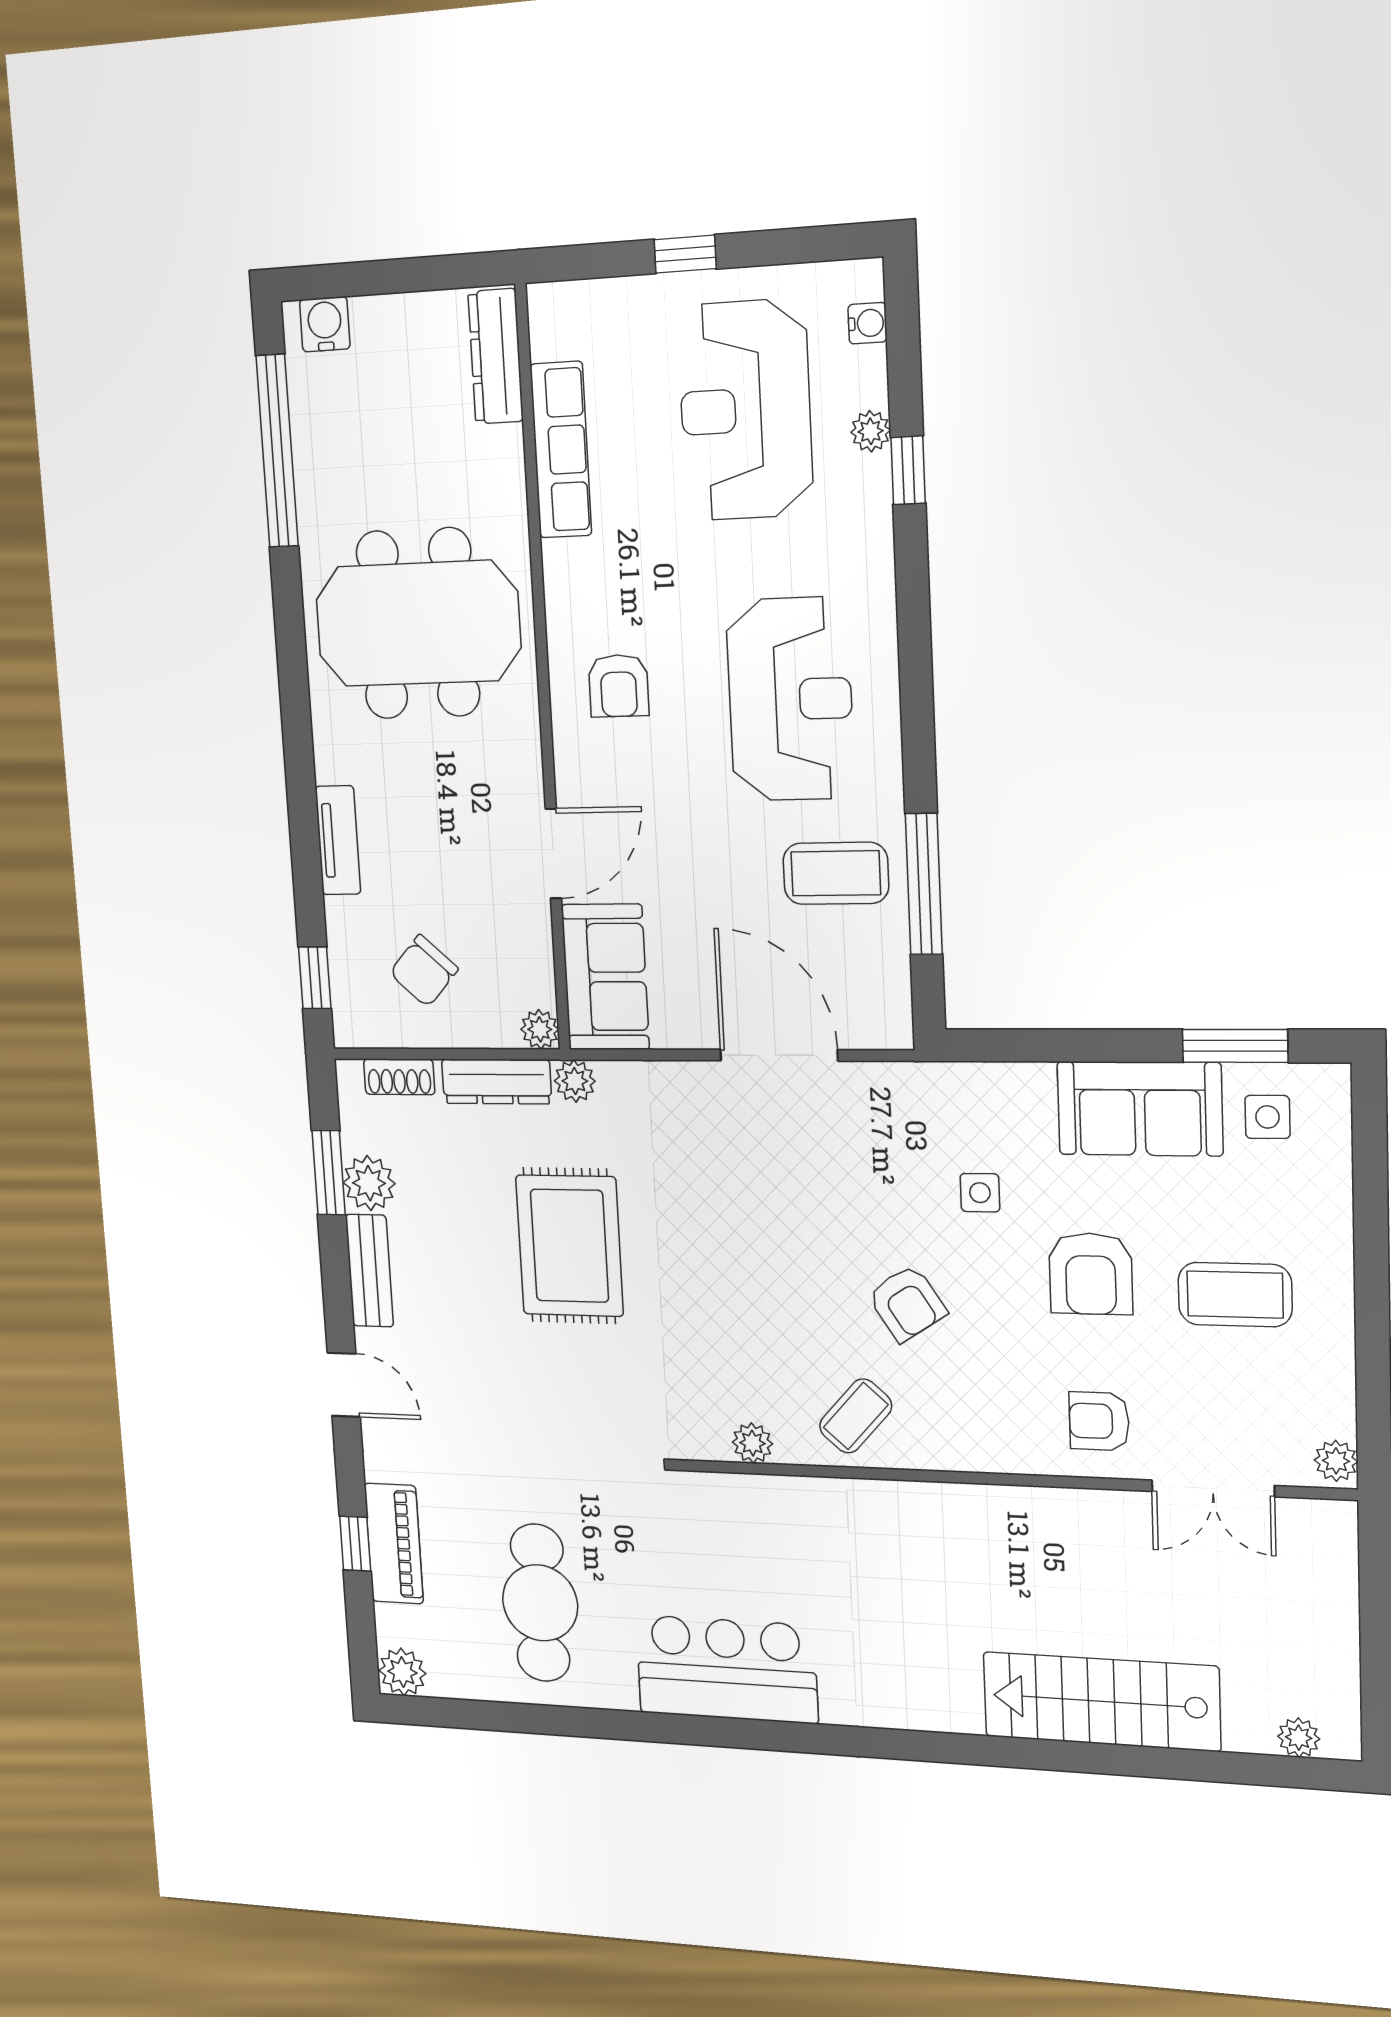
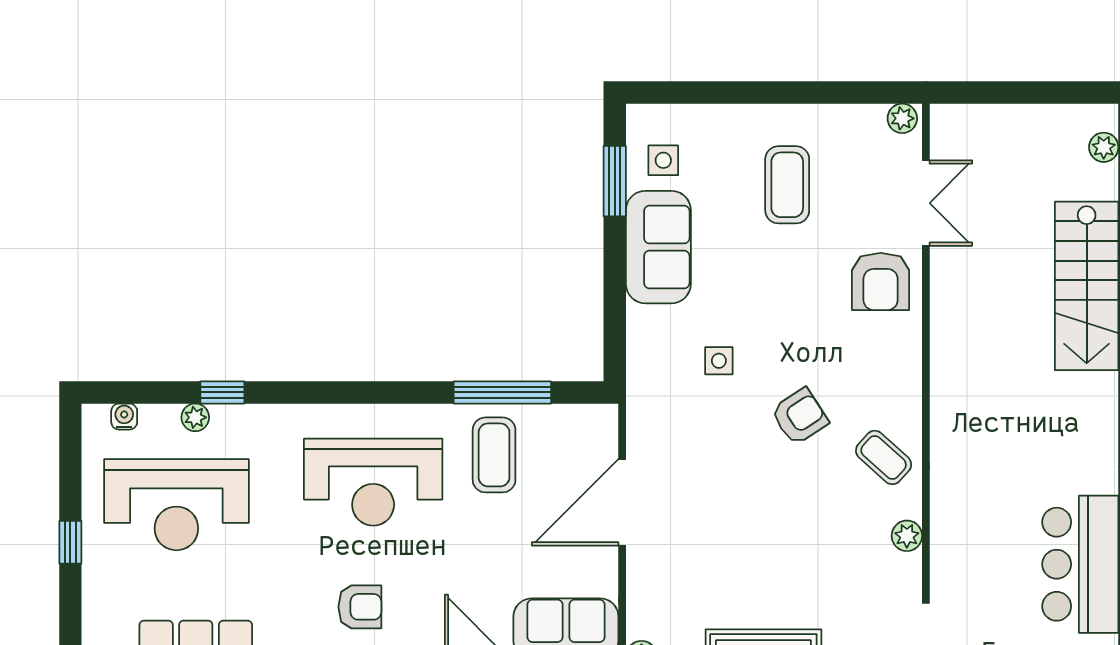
reception desk: (790, 699) -> (373, 482), turned 180
armchair: (1091, 1274) -> (775, 284), removed
armchair: (1099, 1421) -> (881, 281), width x1.38, depth x1.38

